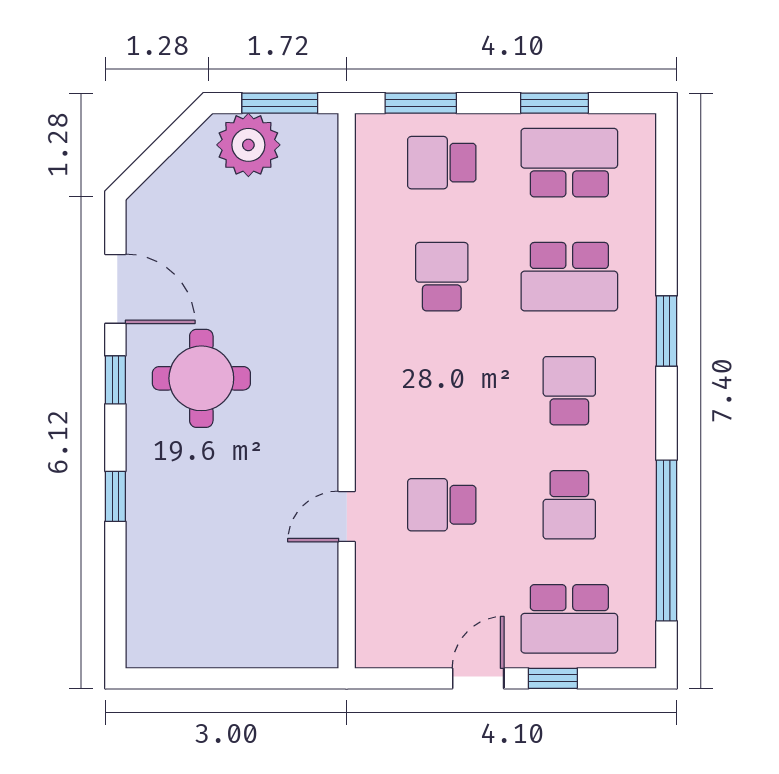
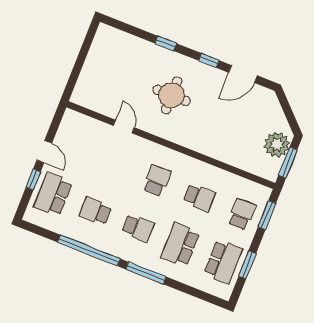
window: (666, 331) -> (146, 273), width x1.44
round table: (201, 378) -> (172, 95), moved
school desk: (442, 505) -> (157, 180), moved
window: (666, 540) -> (89, 250), moved

